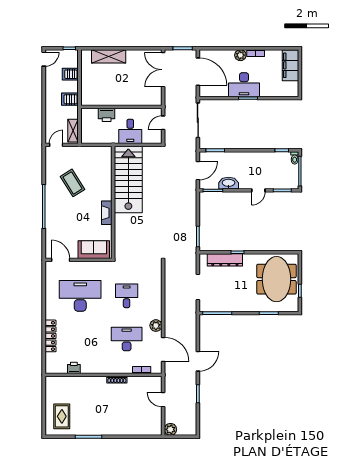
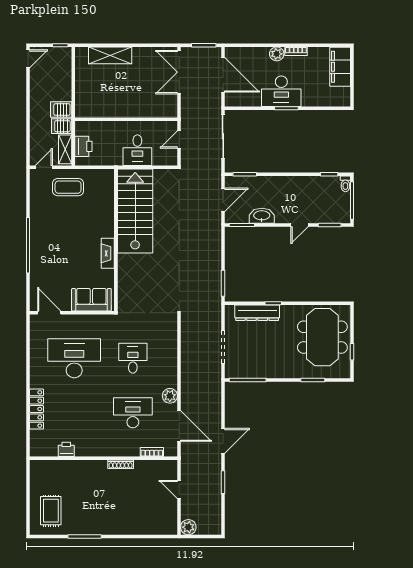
server rack: (70, 74) -> (62, 126), moved
printer: (107, 115) -> (83, 146), moved, turned -90
coffee table: (73, 183) -> (68, 187), moved, turned -58

